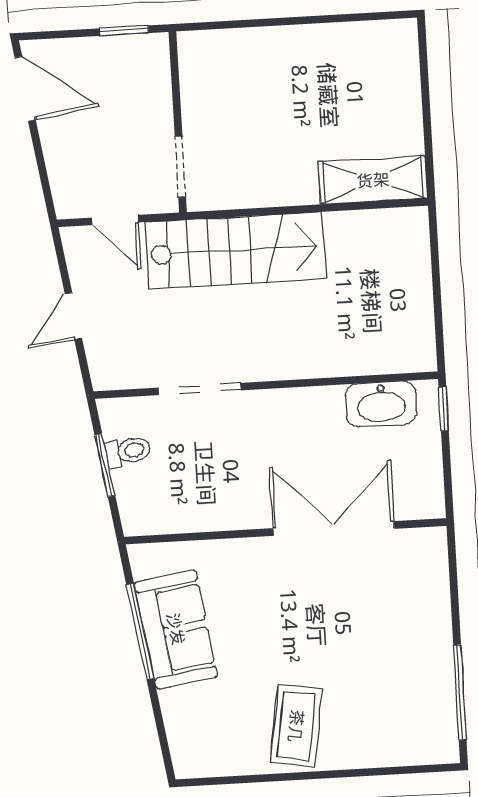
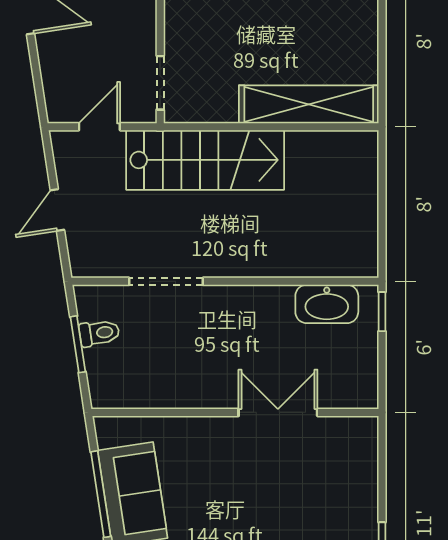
shelving: (373, 180) -> (309, 104), width x1.47
door: (115, 220) -> (99, 127), swing flipped
double door: (334, 529) -> (278, 412), width x0.73

